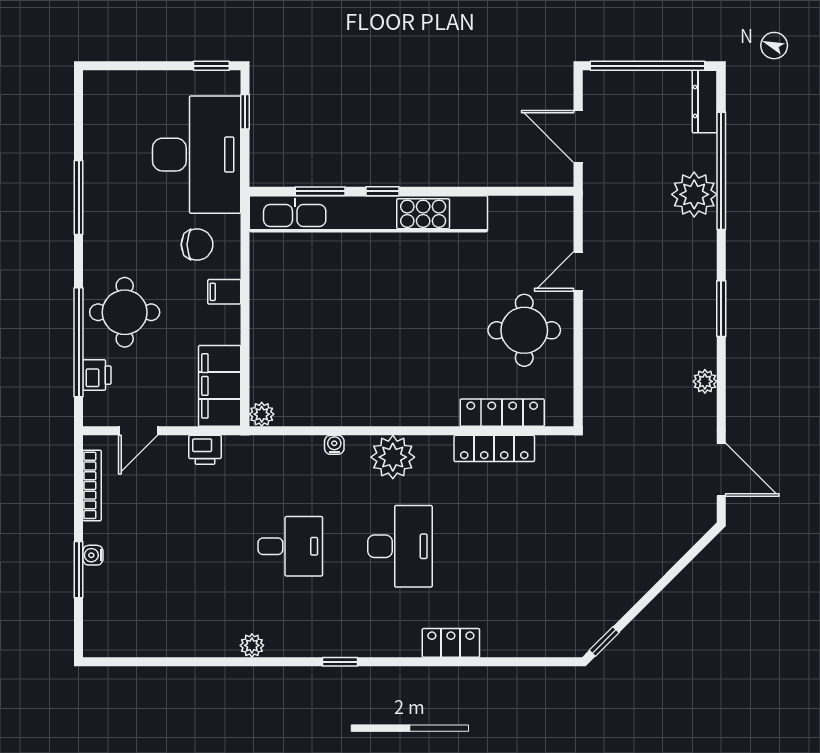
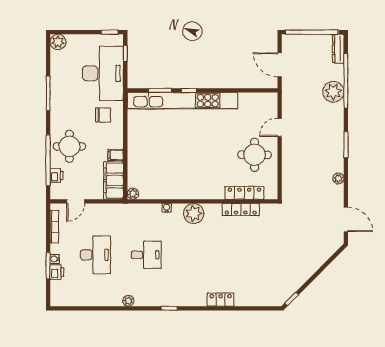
plant: (100, 87) -> (58, 42), added
filing cabinet: (224, 292) -> (116, 155), moved
printer: (205, 450) -> (57, 272), moved, turned -90
desk: (400, 546) -> (95, 255), moved

